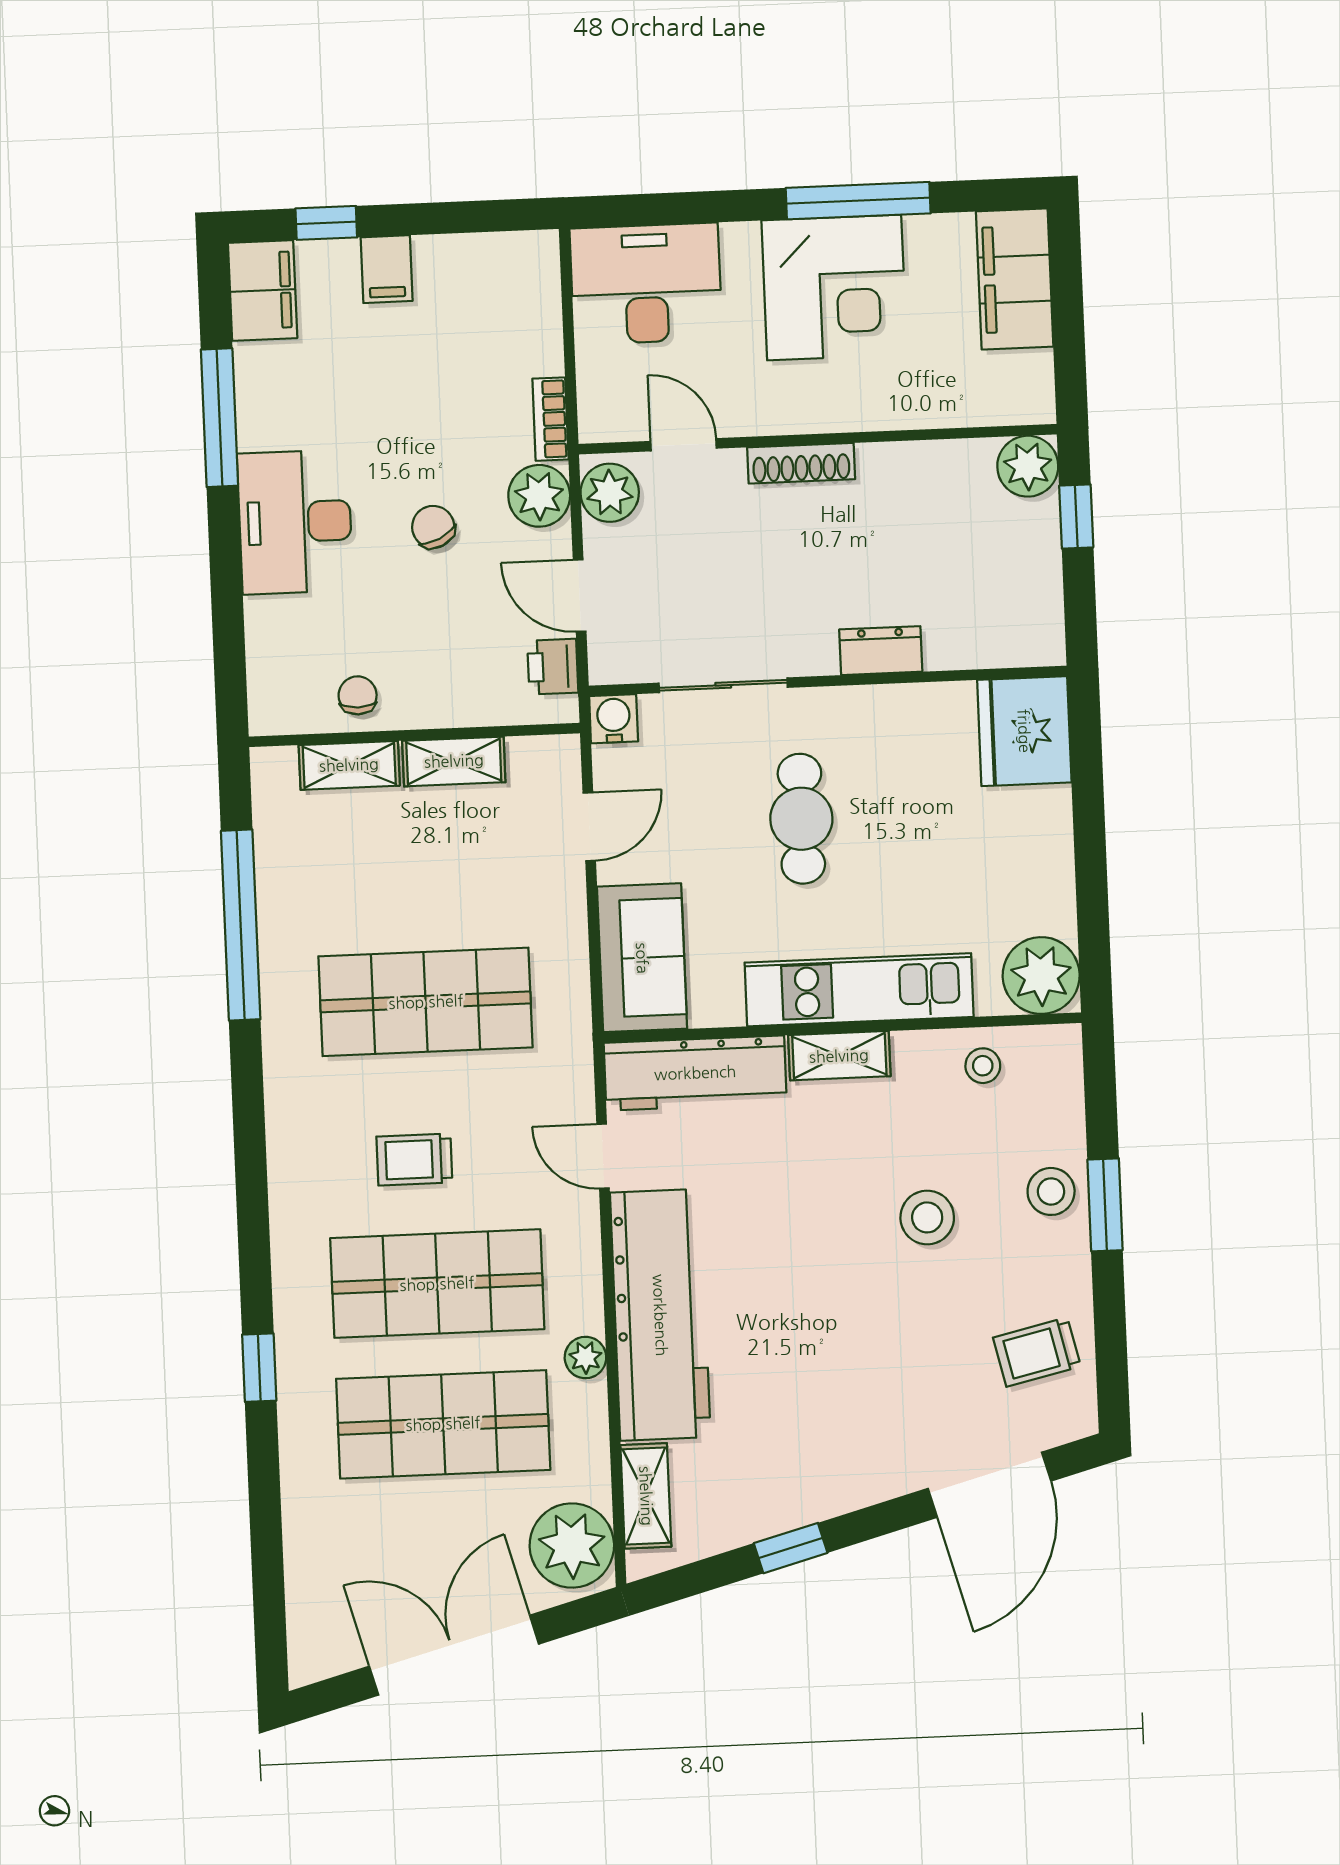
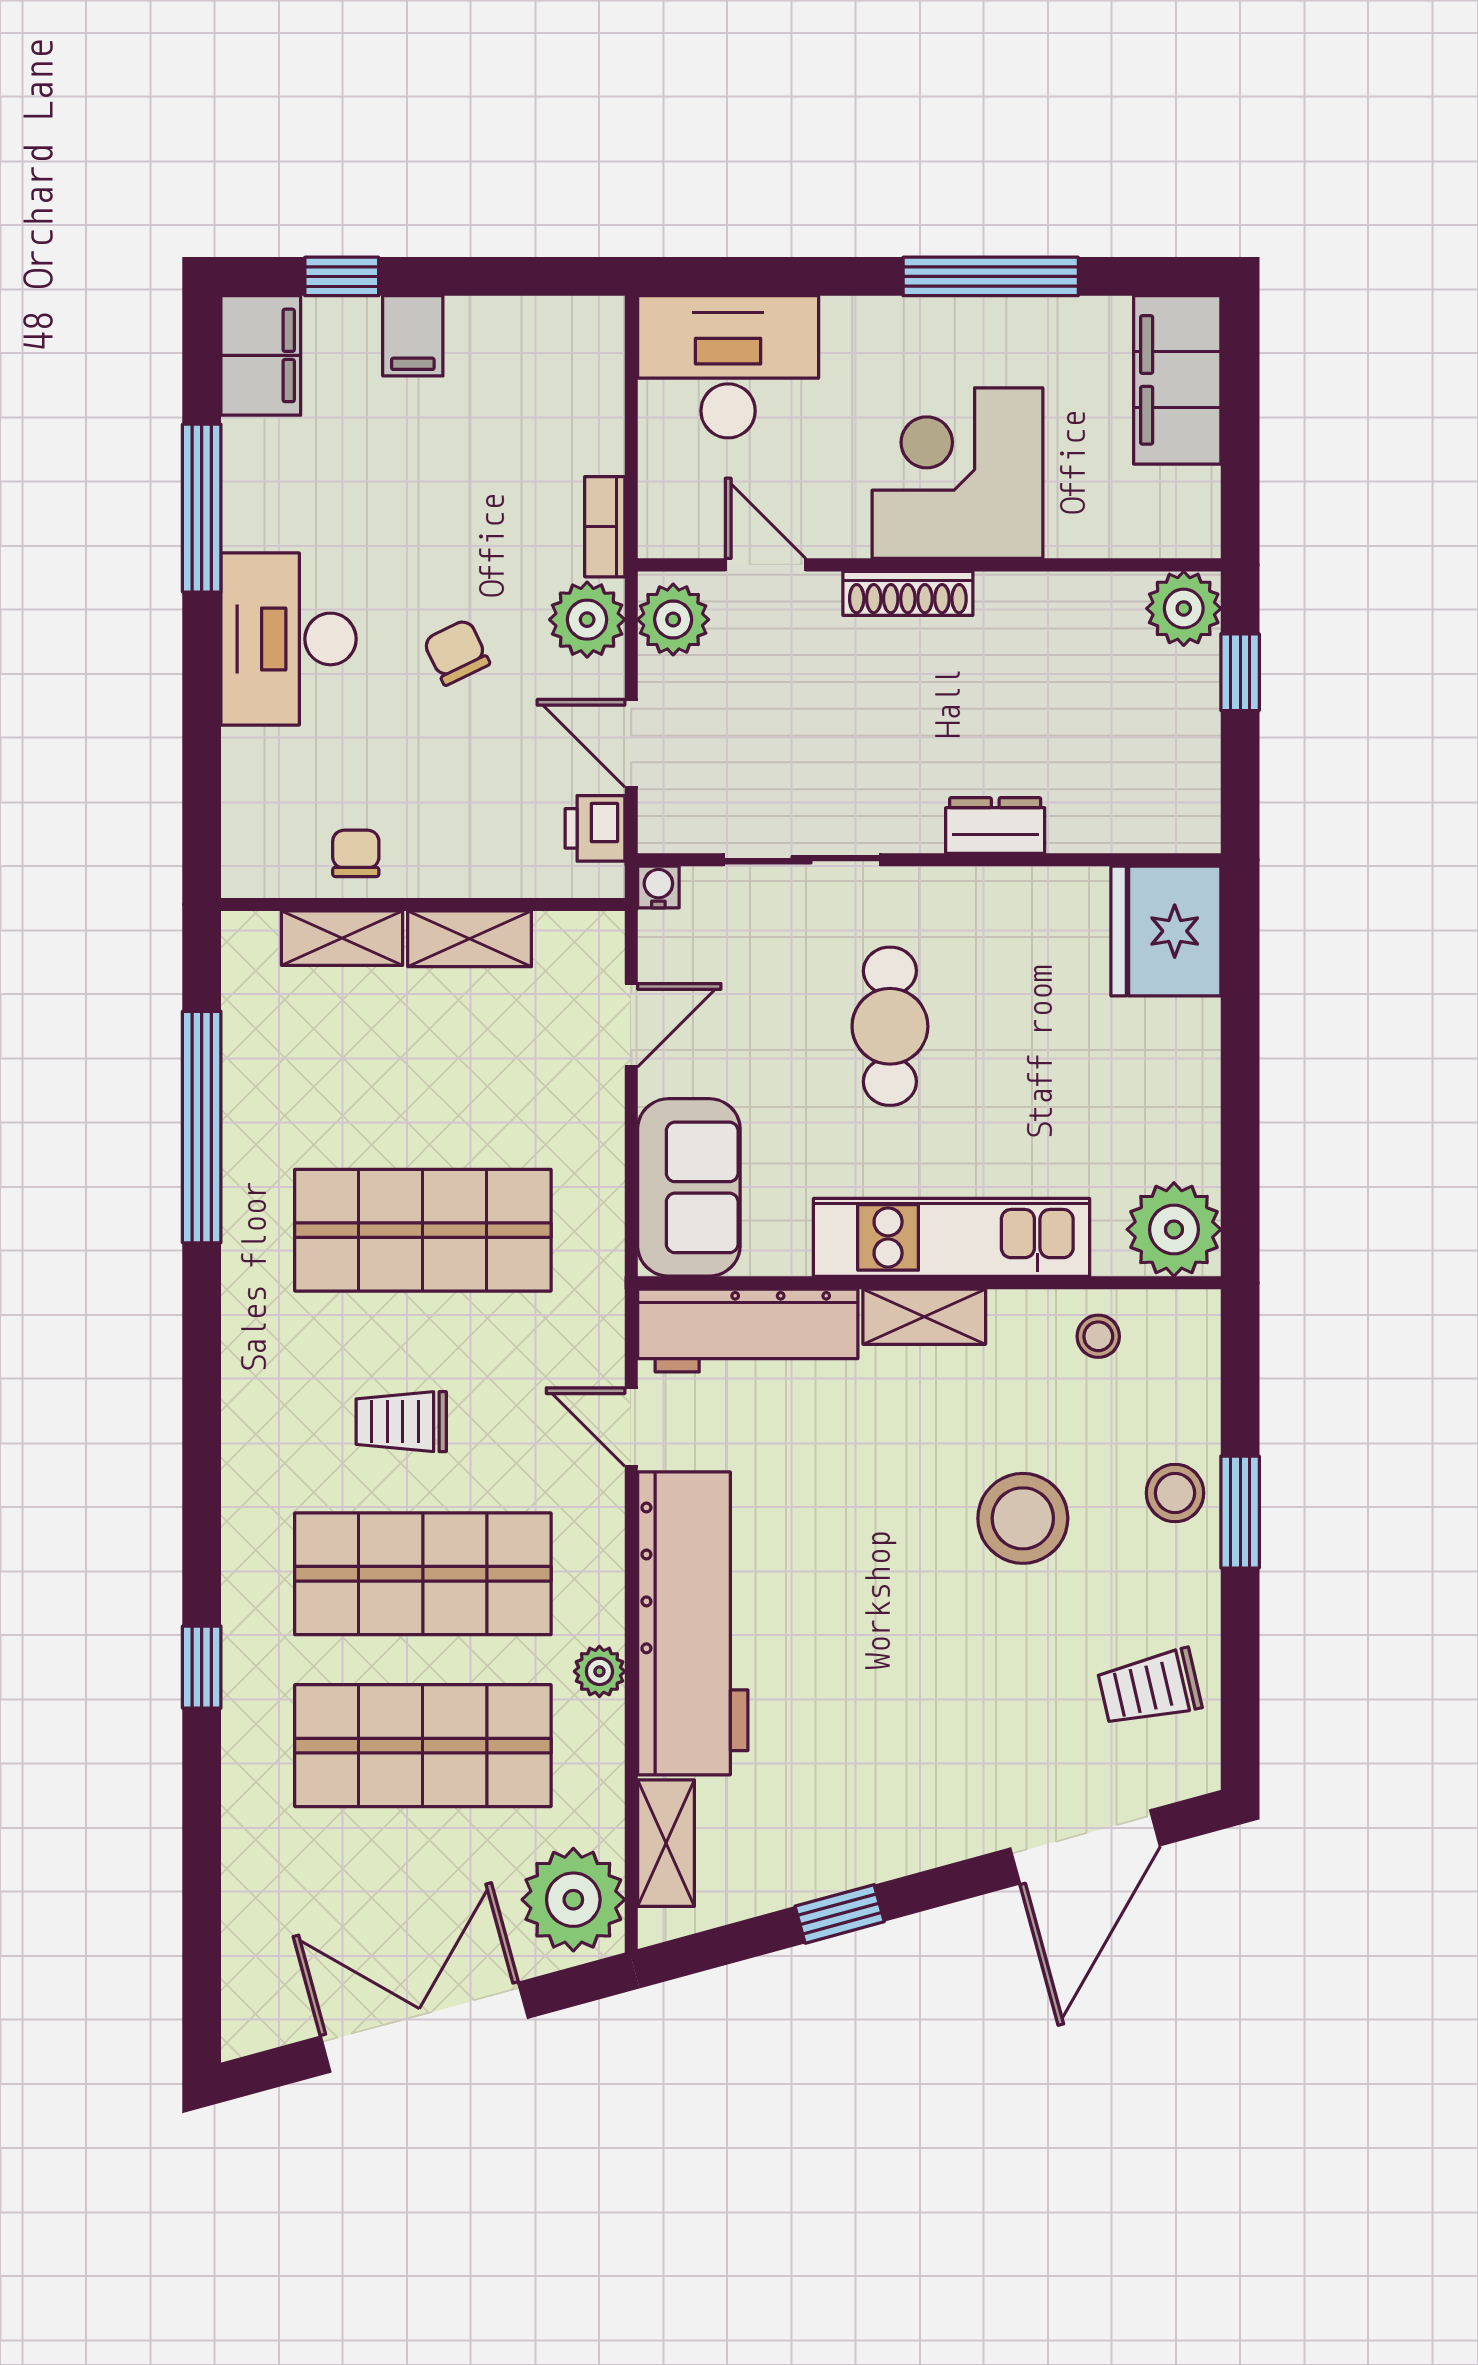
corner desk: (834, 288) -> (957, 473), moved, turned 180
water cooler: (614, 719) -> (658, 887), width x0.72, depth x0.72
stool: (927, 1217) -> (1023, 1518), width x1.38, depth x1.38

